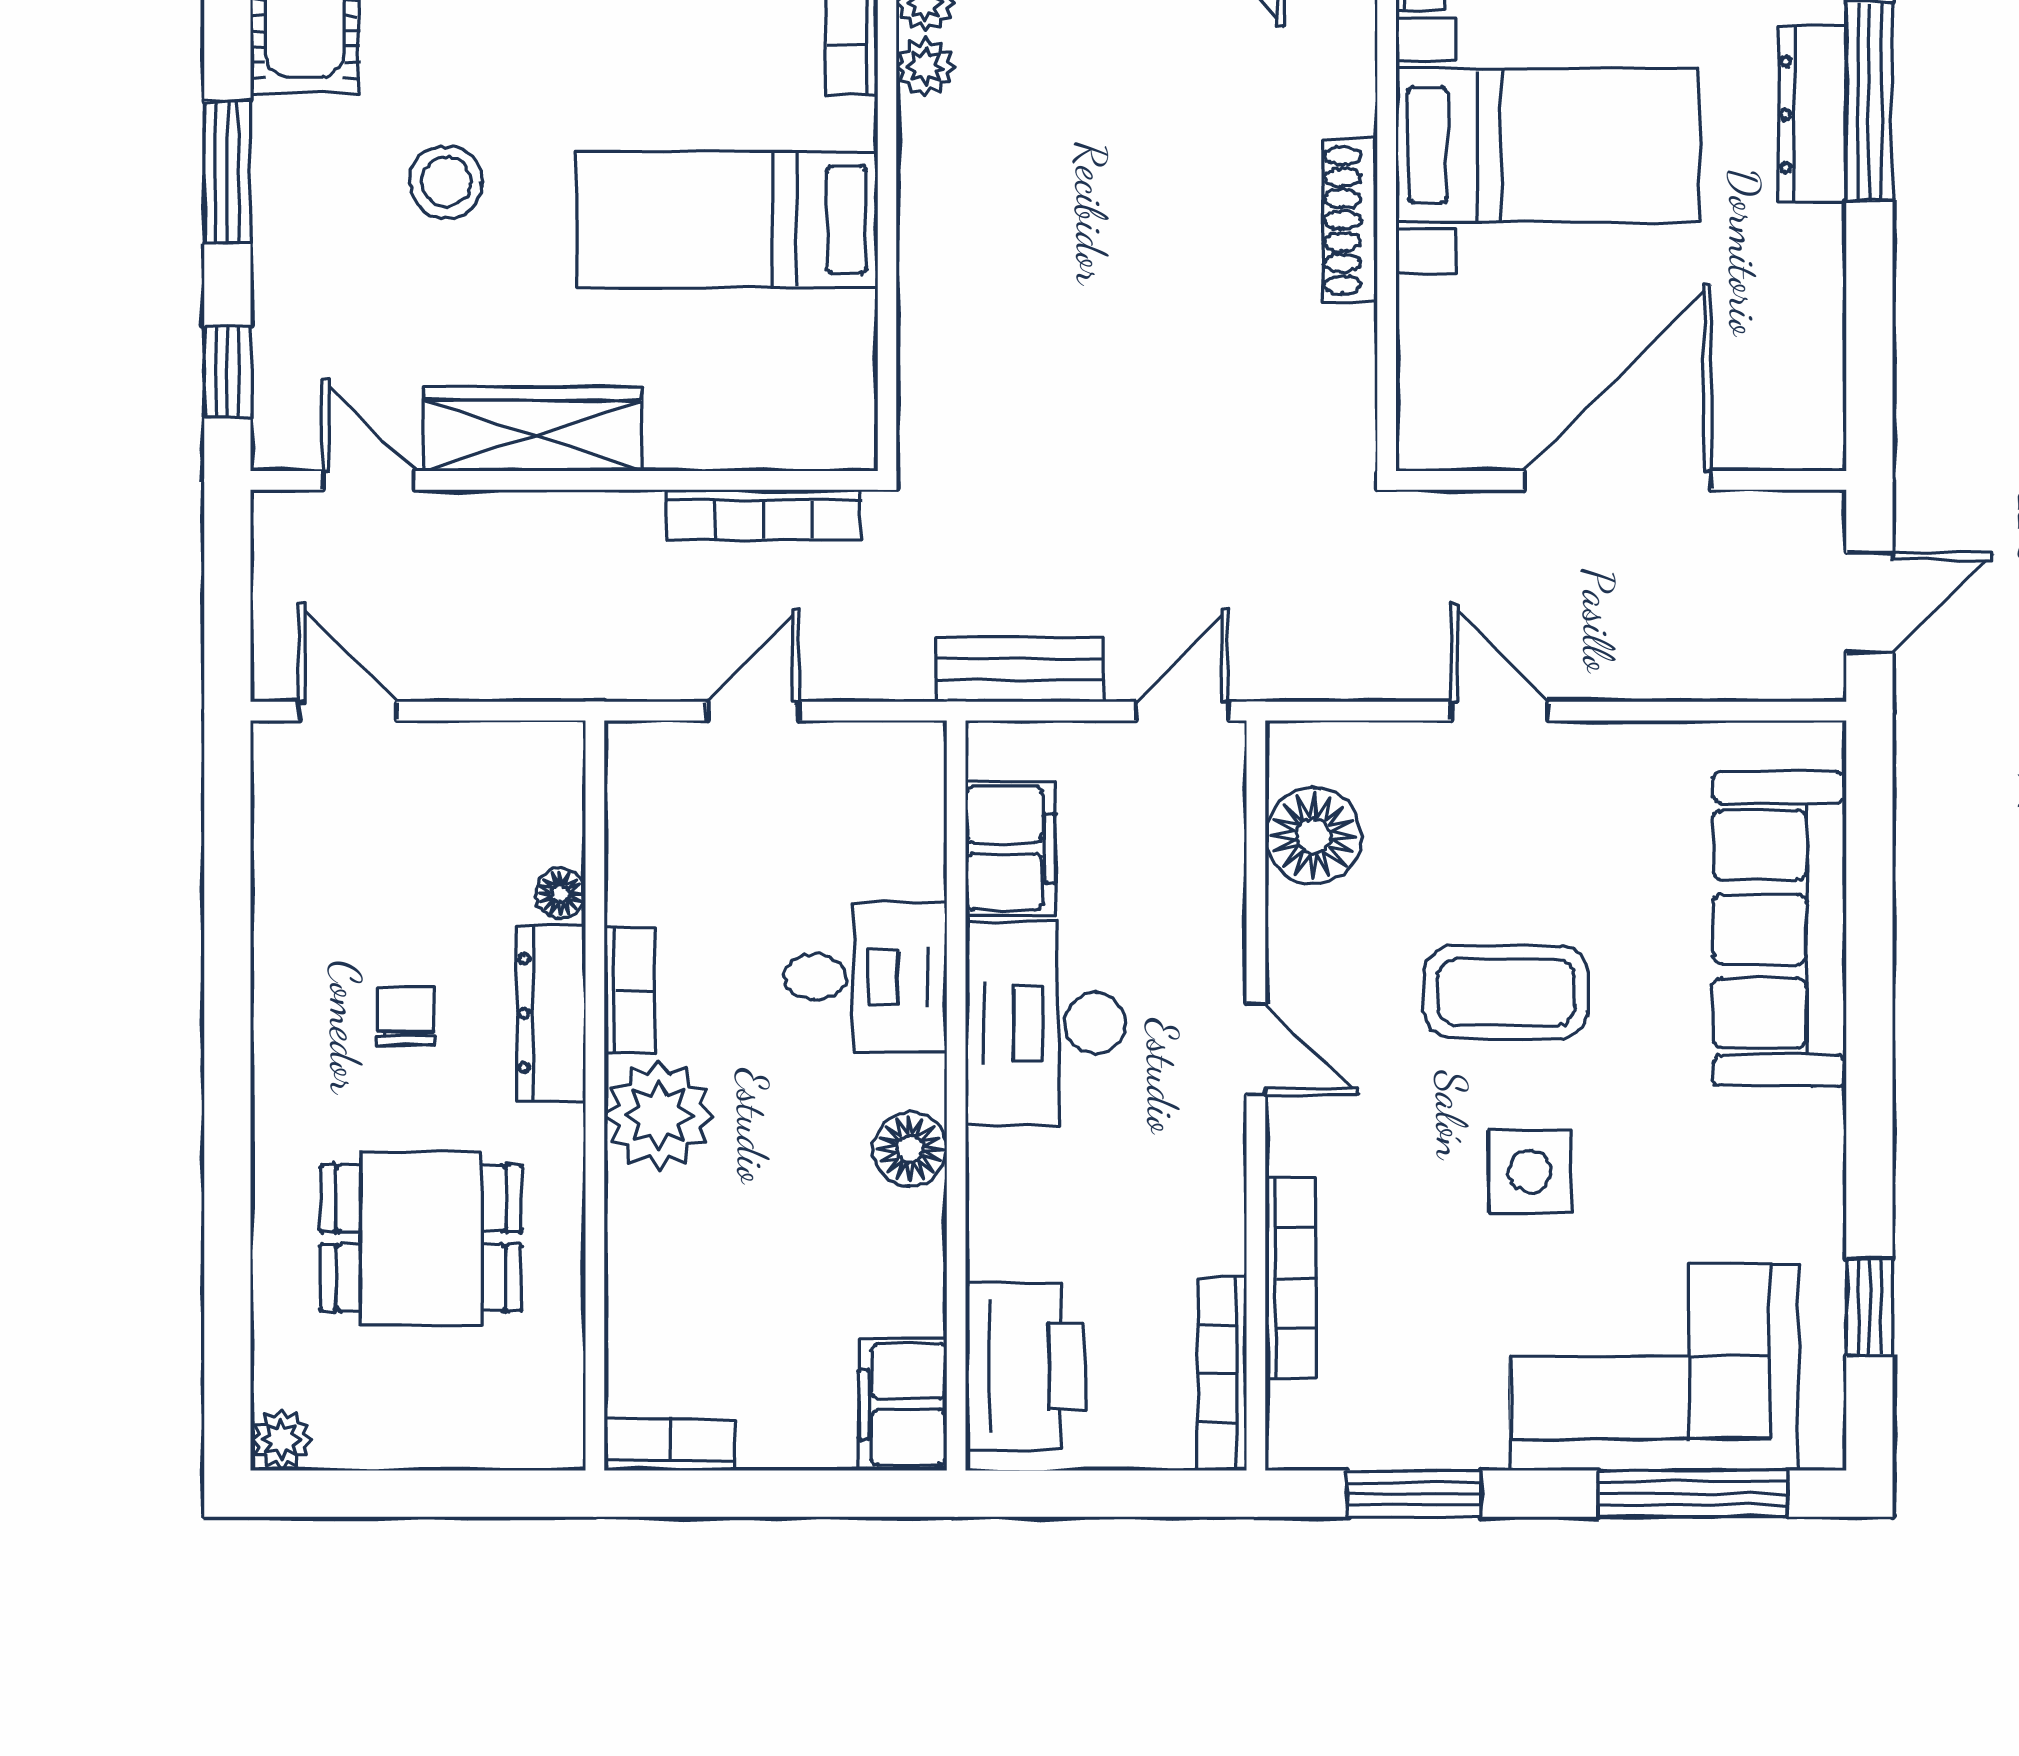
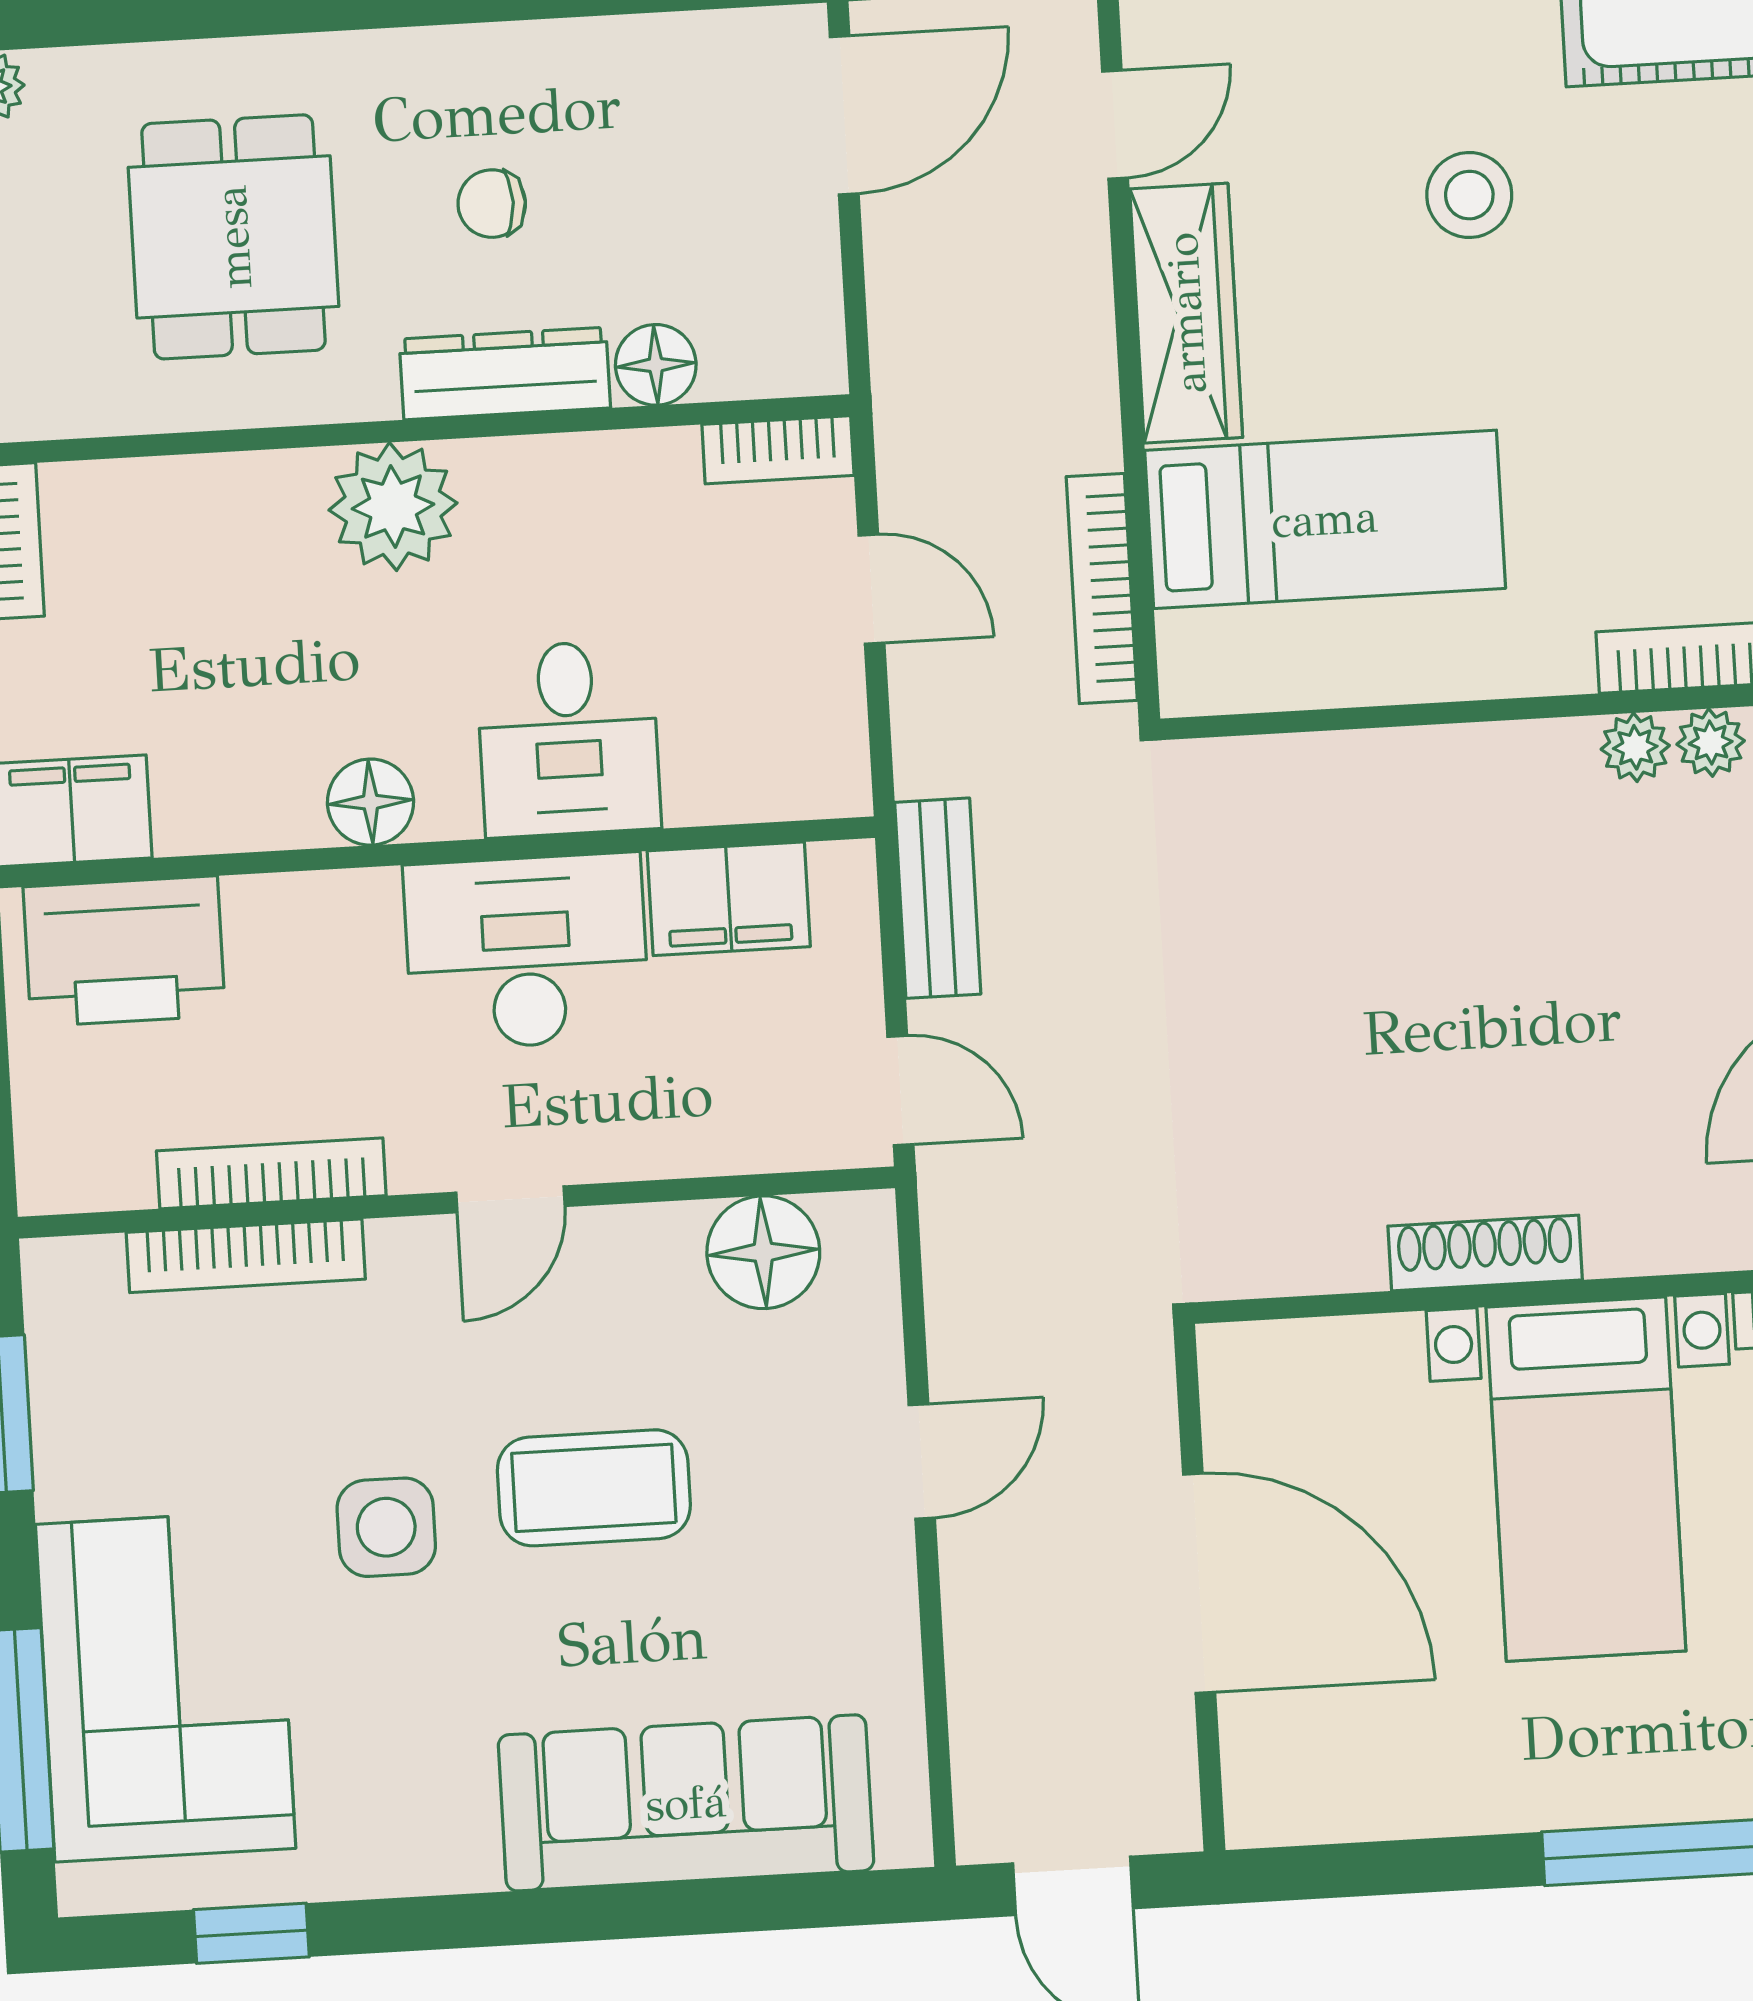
dresser: (1812, 115) -> (1640, 1786), removed
bed: (727, 220) -> (1325, 519), moved, turned 90
door: (347, 711) -> (844, 115), width x1.38
floor lamp: (560, 893) -> (656, 365), width x1.37, depth x1.37
bookcase: (630, 990) -> (778, 450), moved
coffee table: (1506, 992) -> (594, 1488), turned 90
chair: (405, 1016) -> (492, 204), turned 180
bookcase: (1222, 1374) -> (271, 1173), moved

